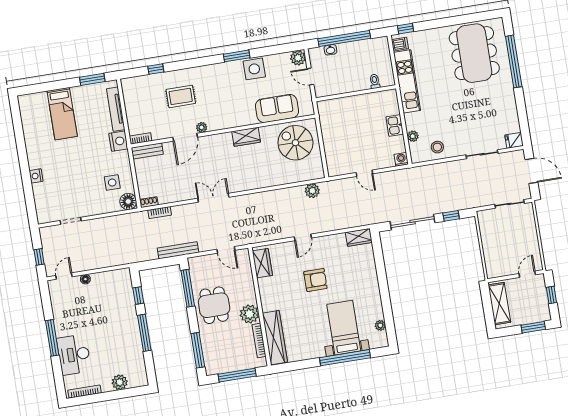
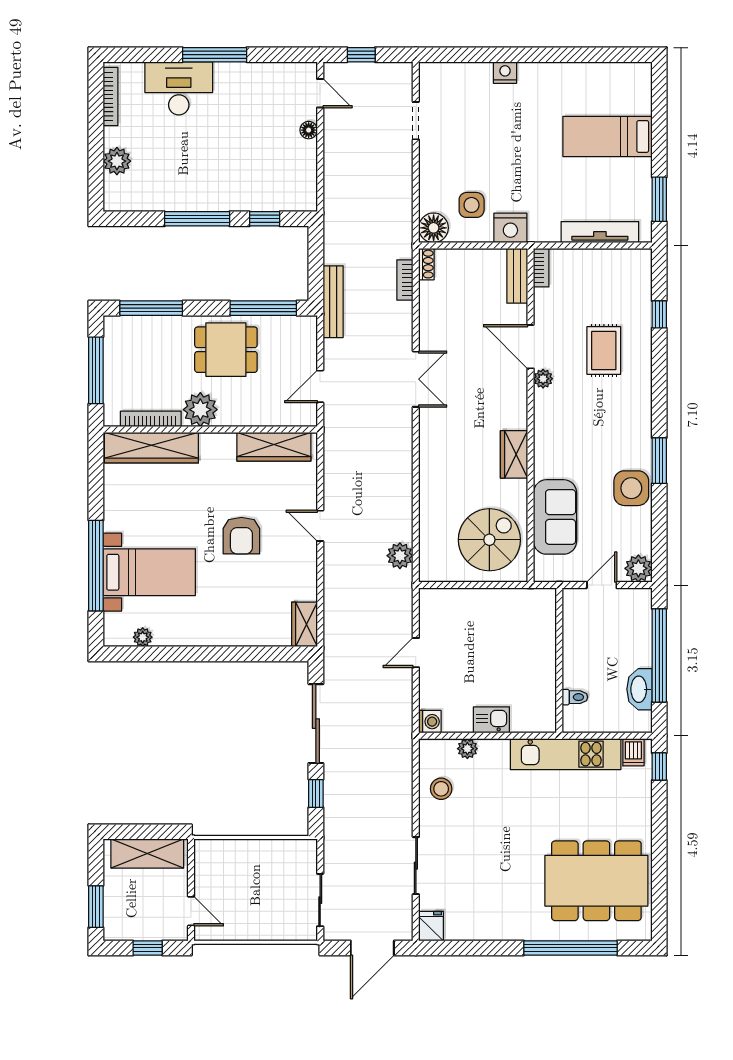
washbasin: (330, 50) -> (639, 689), moved, width x1.91, depth x1.45
nightstand: (118, 141) -> (510, 228), moved
wardrobe: (262, 263) -> (274, 447), width x1.50

